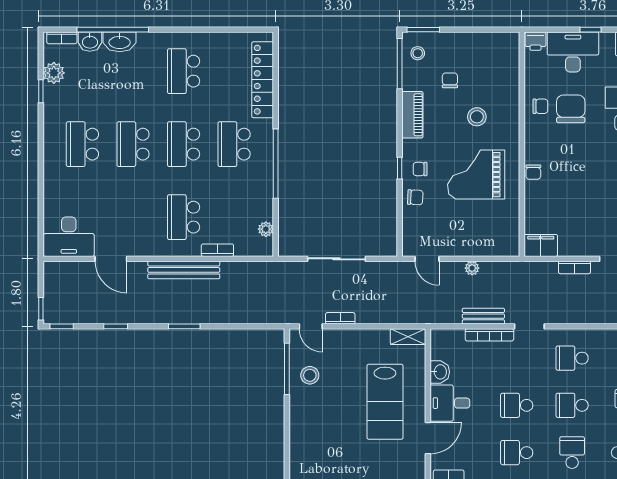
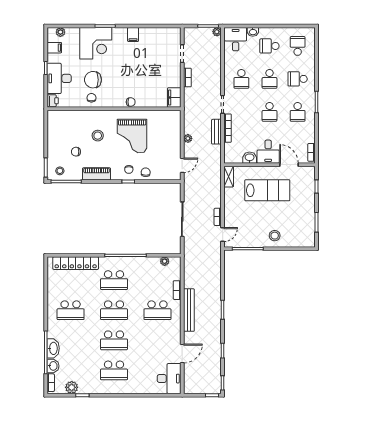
stool: (310, 375) -> (275, 236), moved

